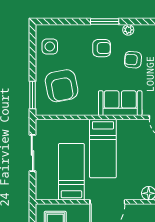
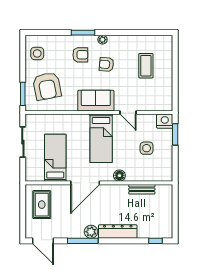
bed: (103, 148) -> (101, 138), moved

